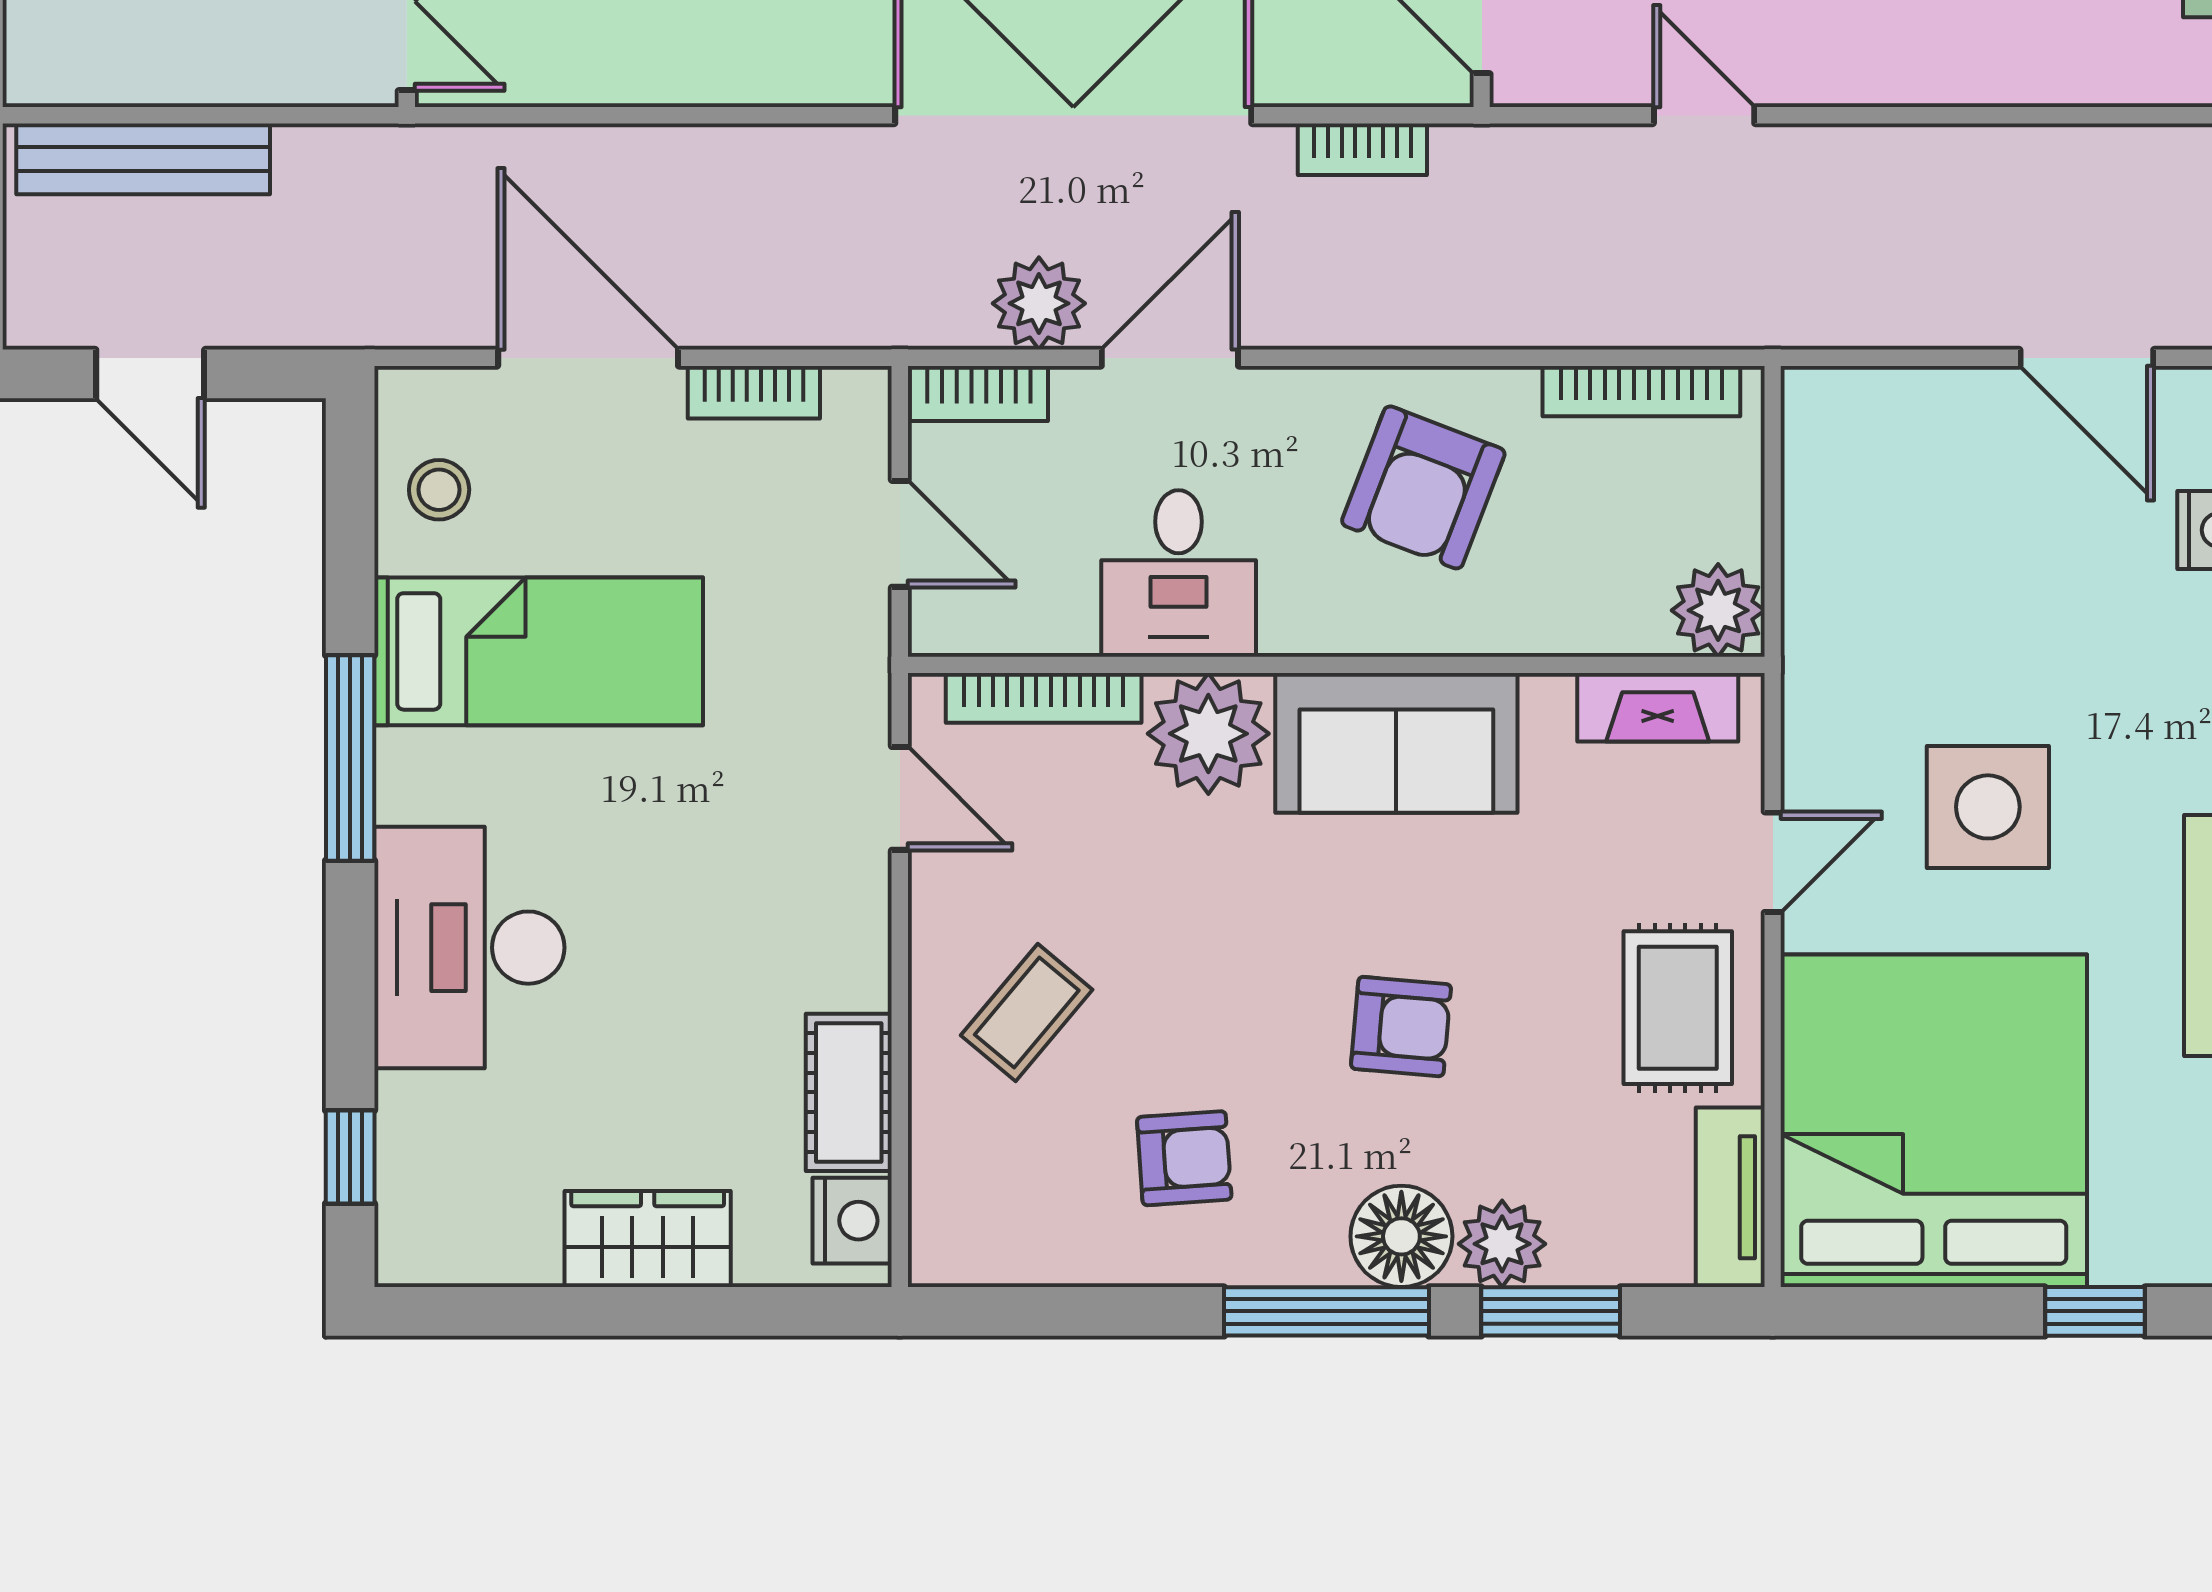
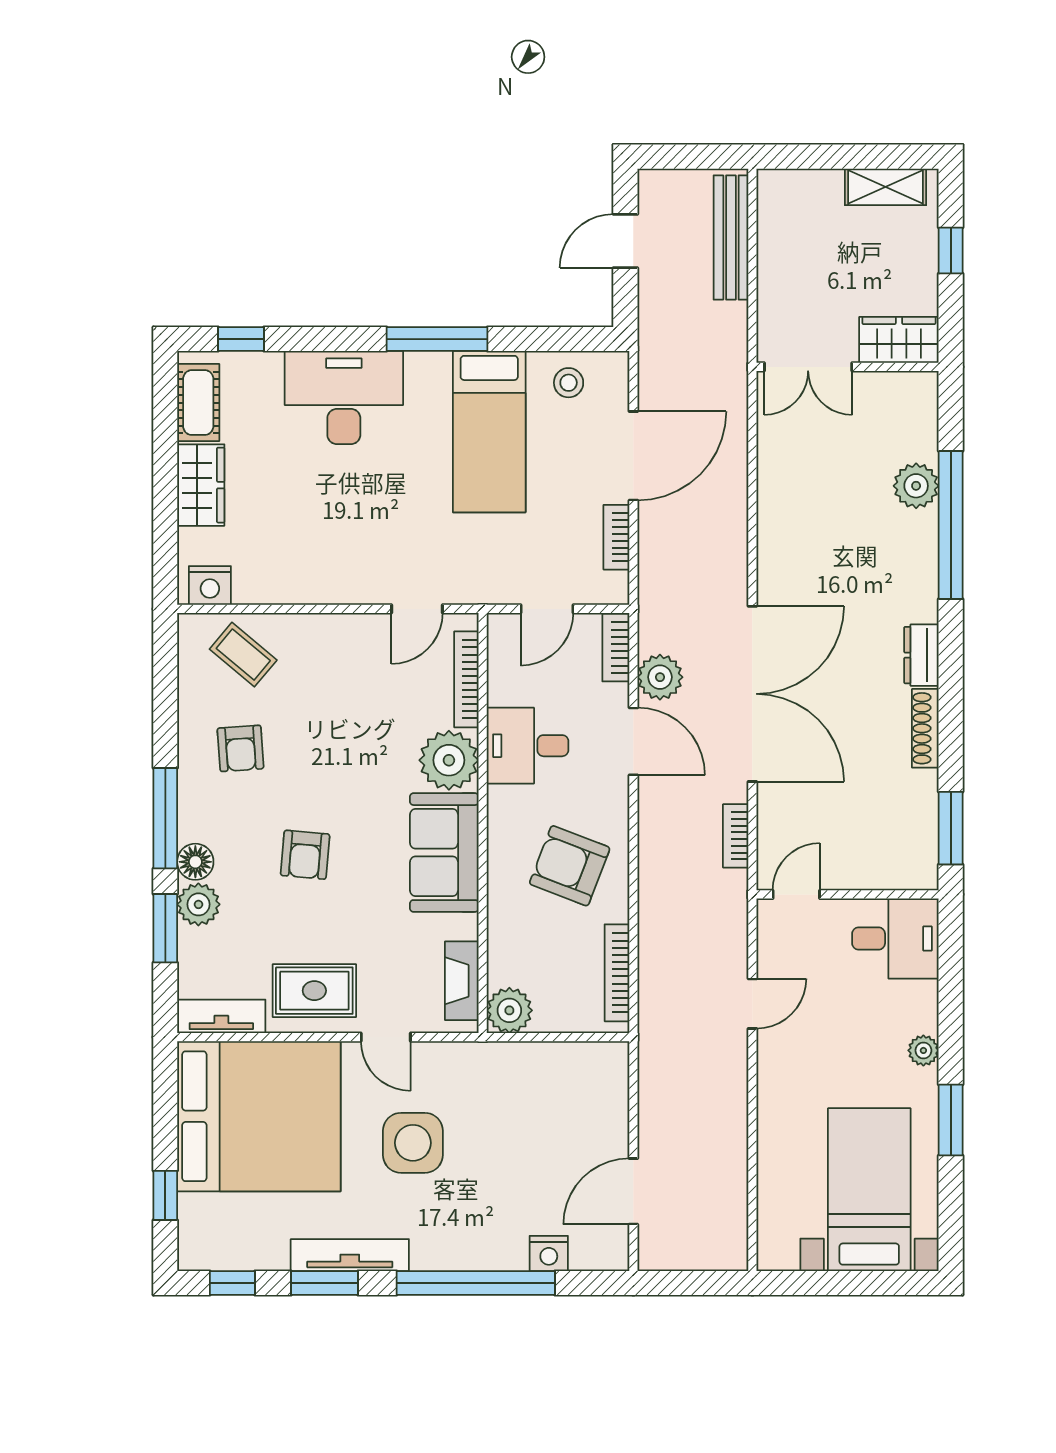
coffee table: (1027, 1013) -> (243, 655), moved
cot: (849, 1092) -> (198, 403), moved, turned 90
floor lamp: (1401, 1236) -> (195, 862), width x0.73, depth x0.73

